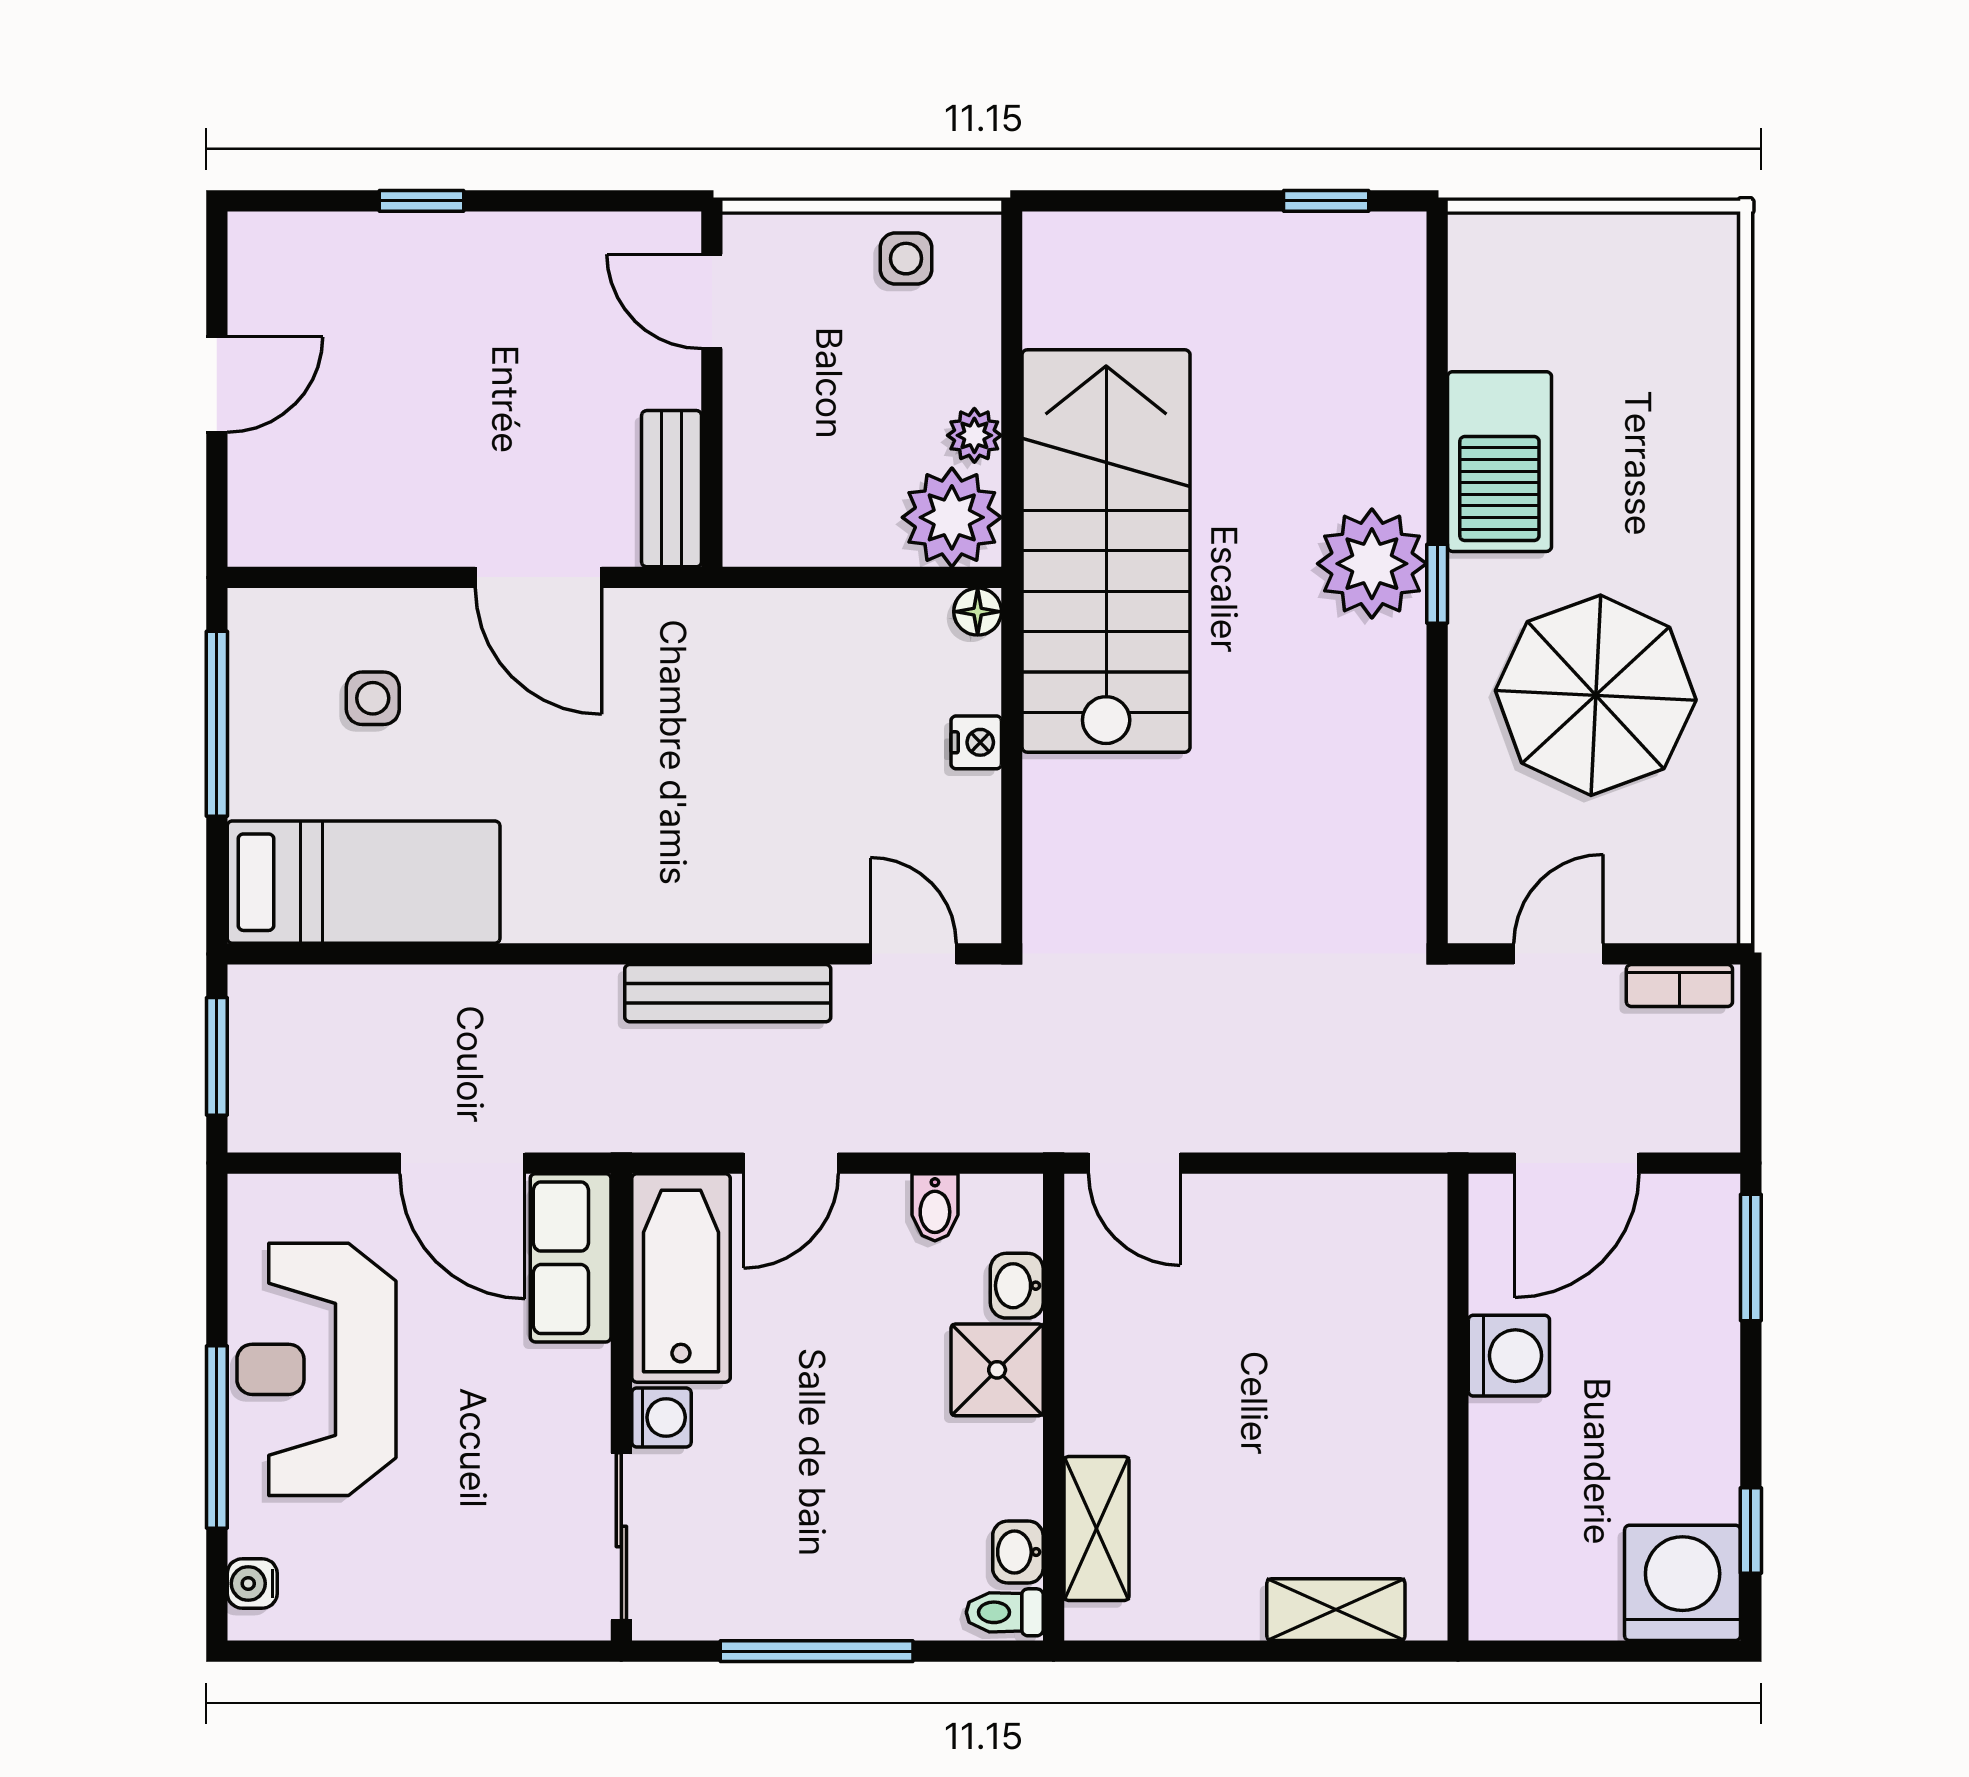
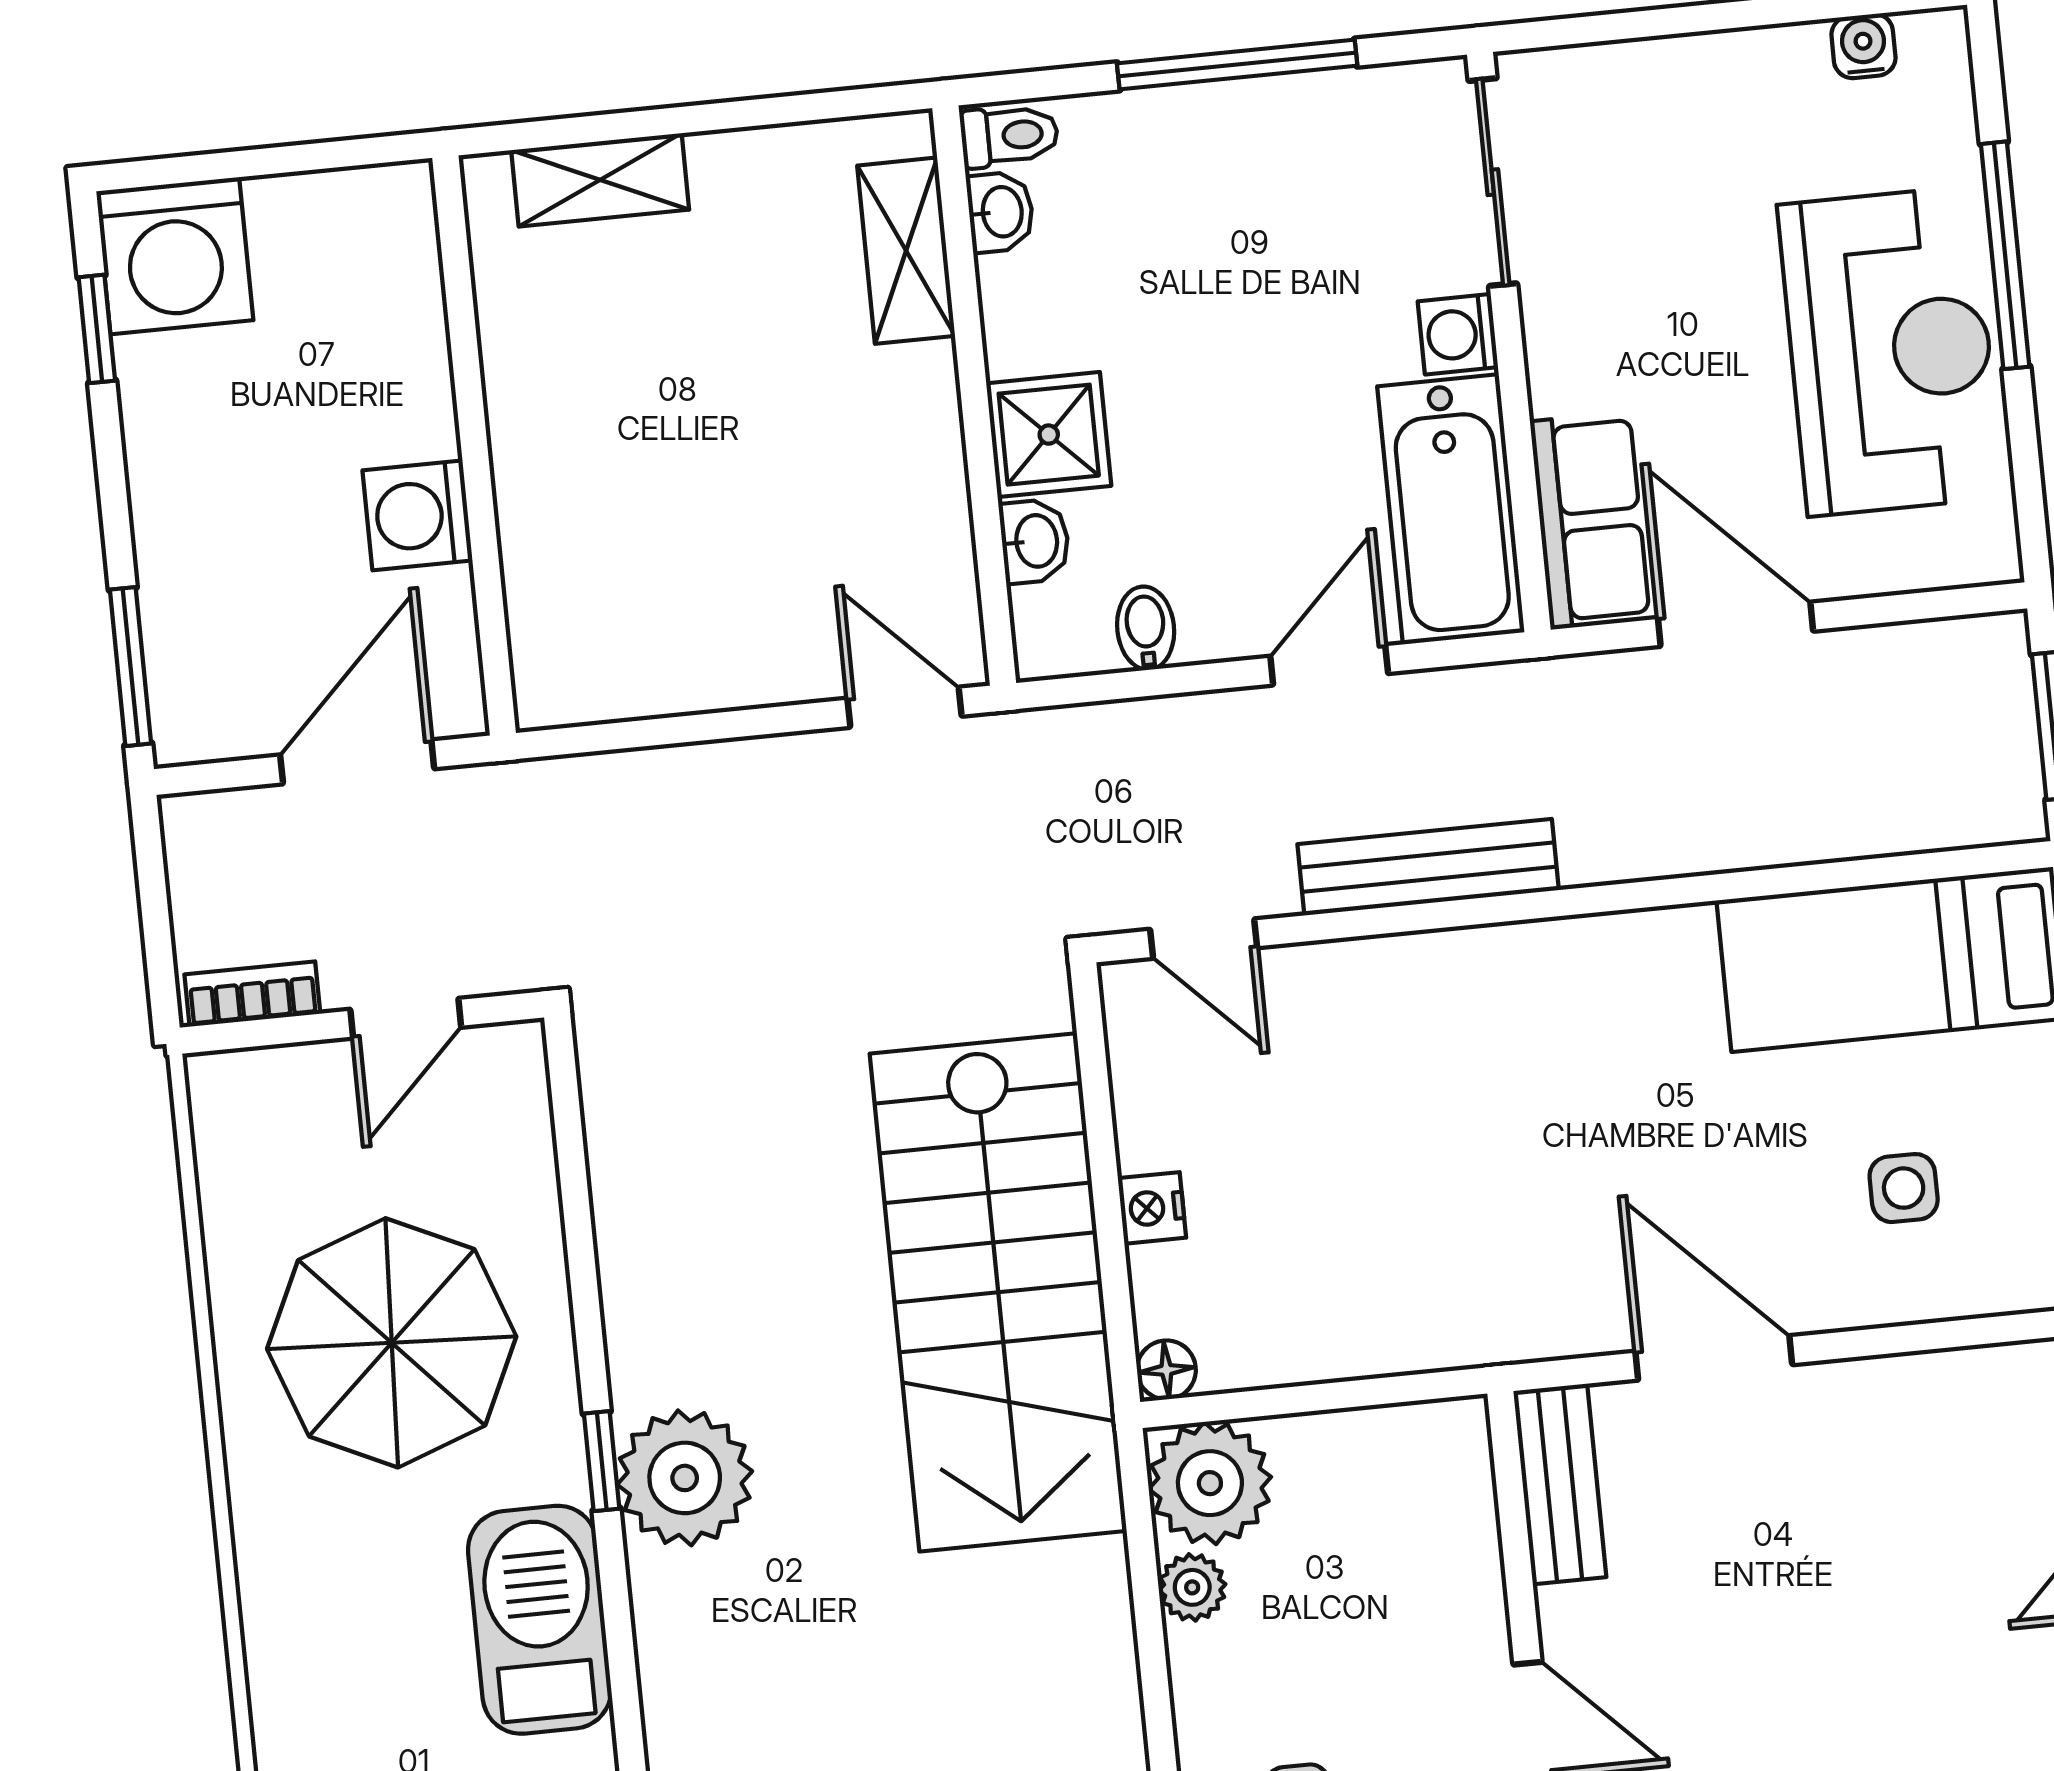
stairs: (1106, 551) -> (998, 1292), moved
water cooler: (252, 1583) -> (1863, 46), moved, turned -90

